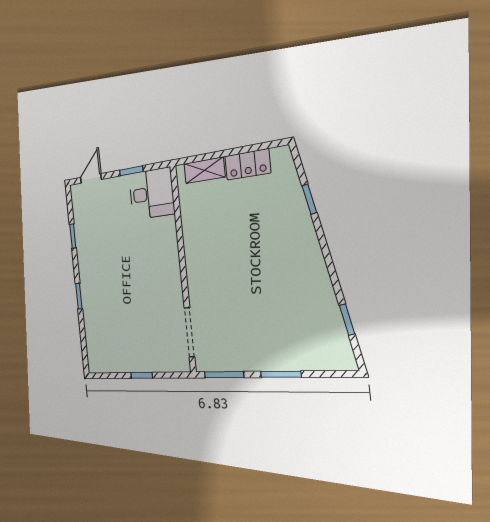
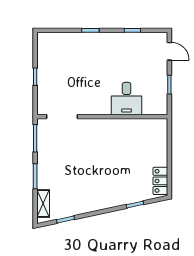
locker: (248, 164) -> (160, 181), moved
shelving: (204, 170) -> (43, 203), moved
desk: (151, 194) -> (127, 99), moved

